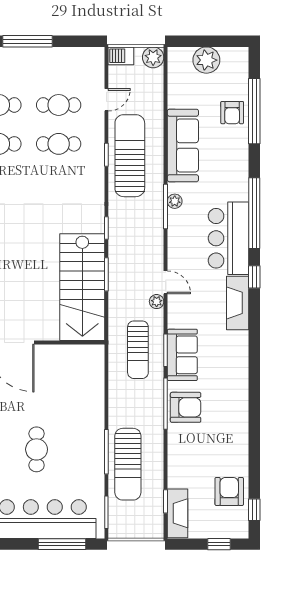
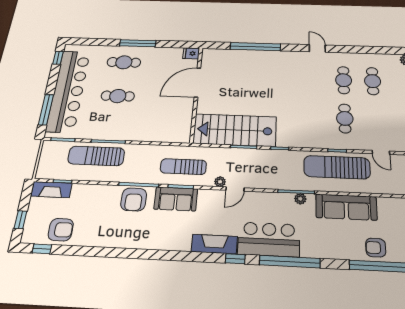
cafe table: (59, 105) -> (375, 120), removed
sun lounger: (130, 156) -> (337, 167), turned 180

